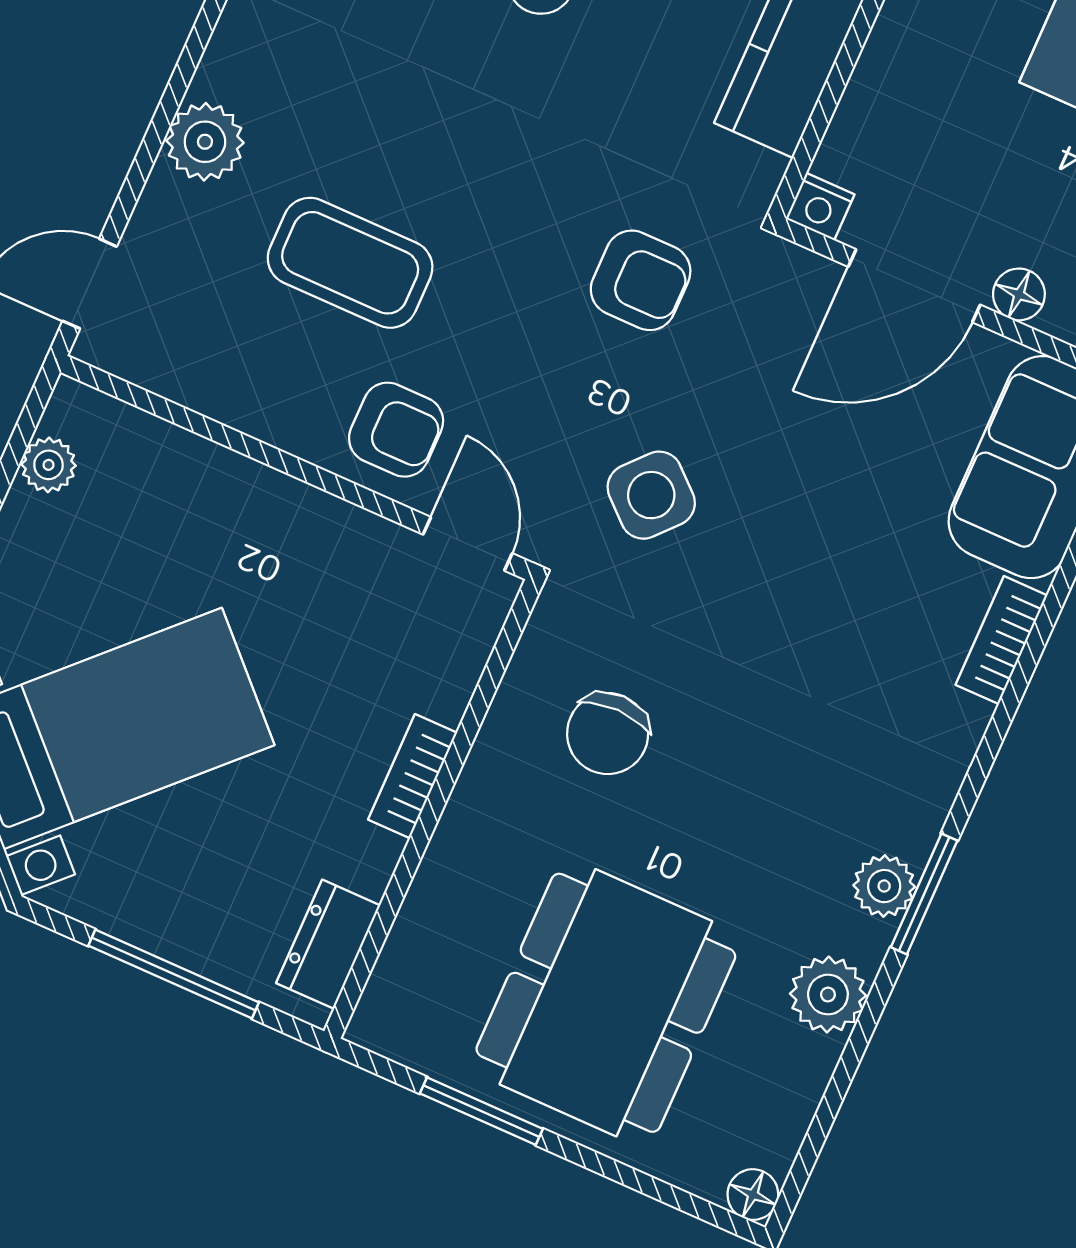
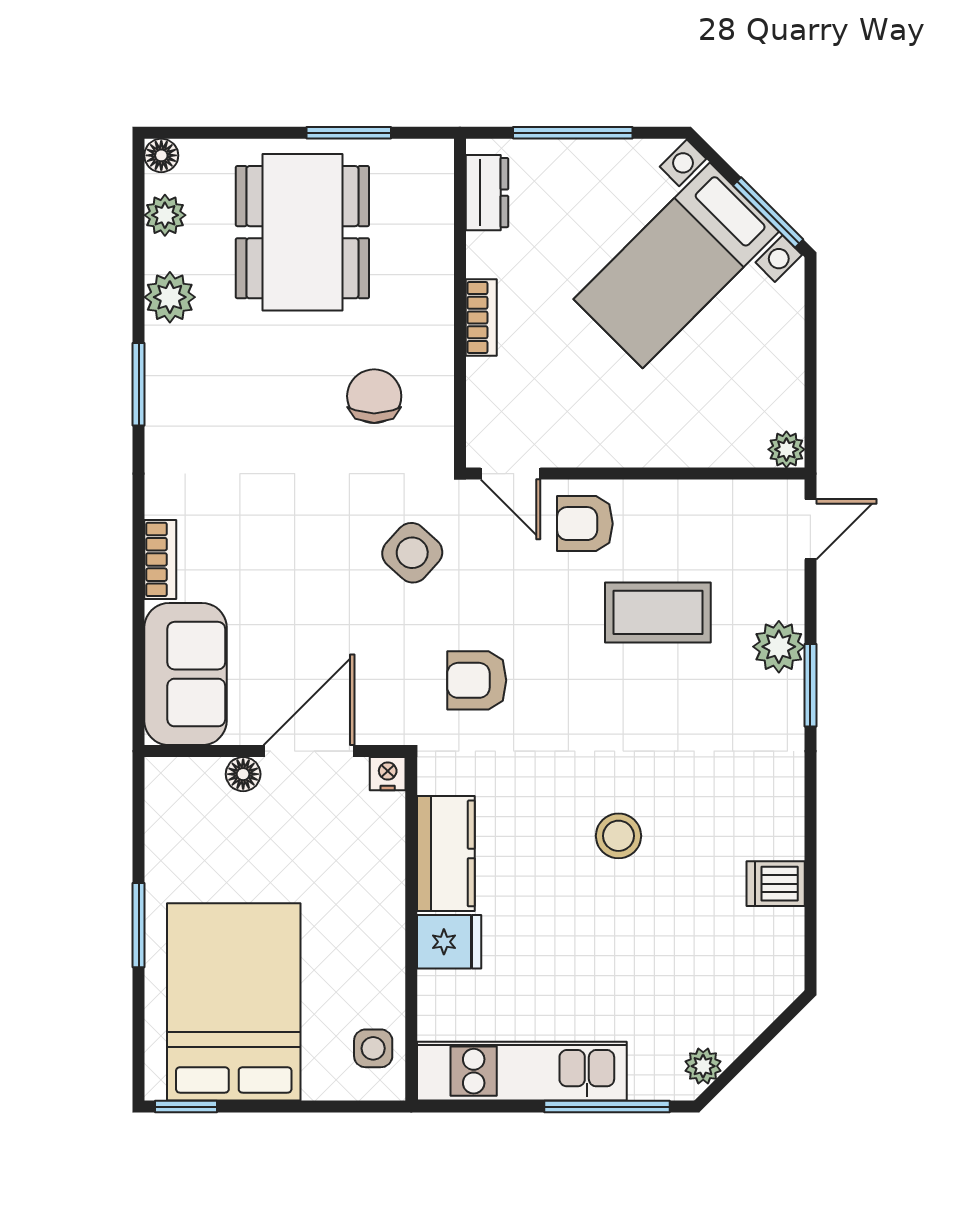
window: (185, 69) -> (810, 685), added
plant: (49, 465) -> (786, 449), moved
plant: (884, 886) -> (165, 215), moved

